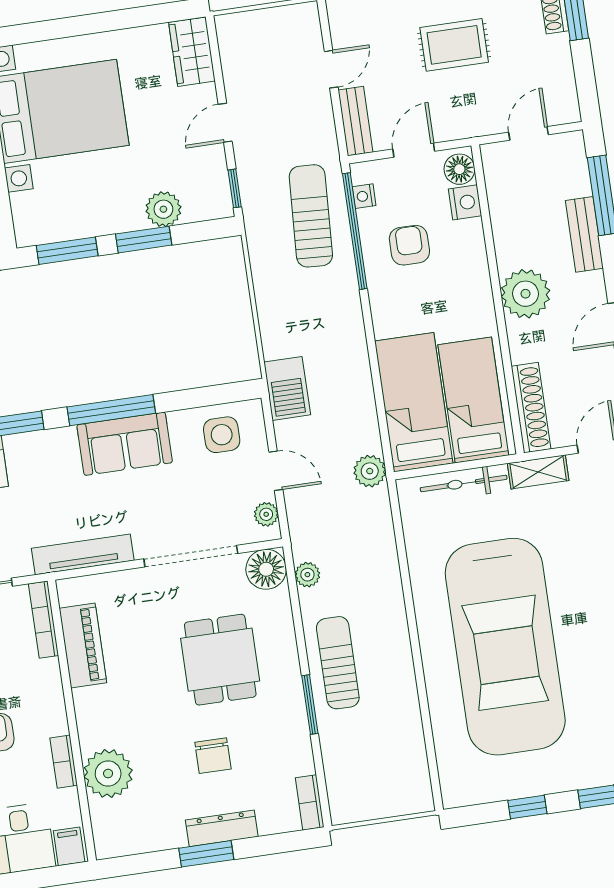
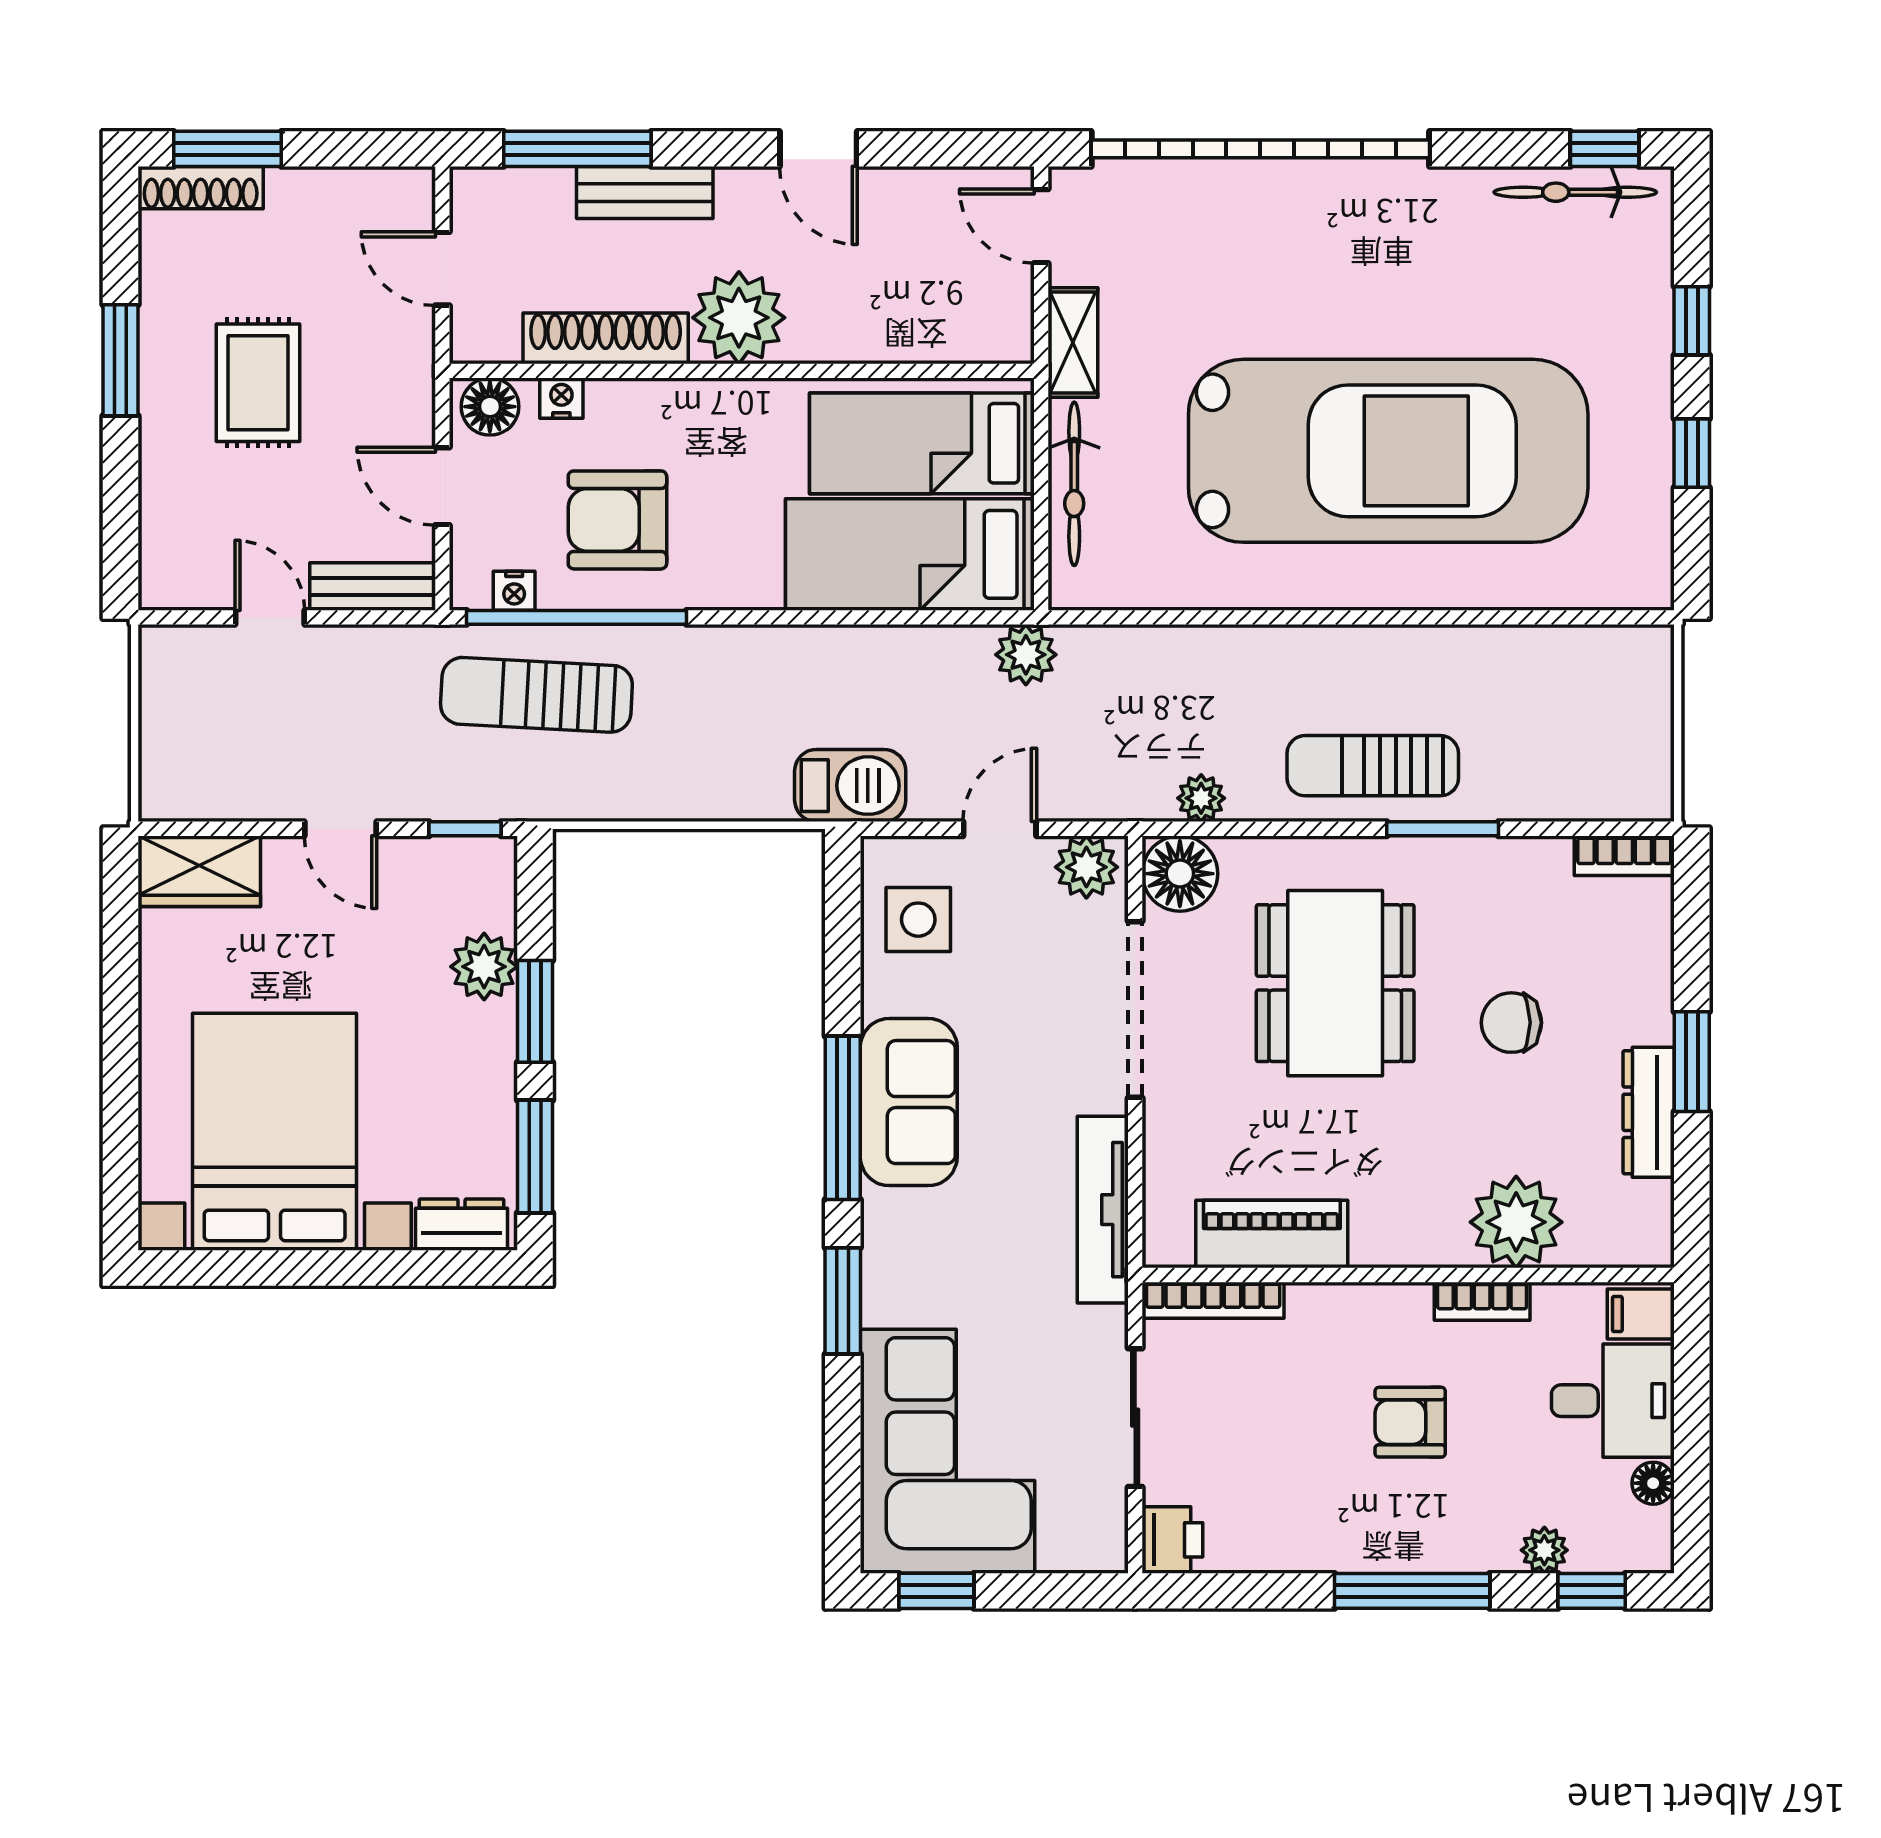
nightstand: (465, 202) -> (561, 398), width x0.72, depth x0.74
dresser: (26, 217) -> (462, 1225), added
armchair: (409, 245) -> (617, 520), width x1.38, depth x1.38
shoe rack: (531, 408) -> (606, 338), moved
plant: (266, 514) -> (1086, 867), width x1.38, depth x1.38
dining table: (220, 660) -> (1335, 983), width x1.38
chair: (213, 756) -> (1511, 1023), turned 180
dresser: (222, 828) -> (1649, 1112), moved

